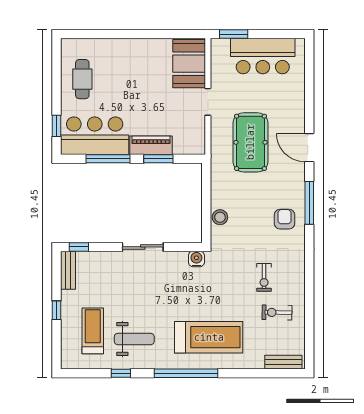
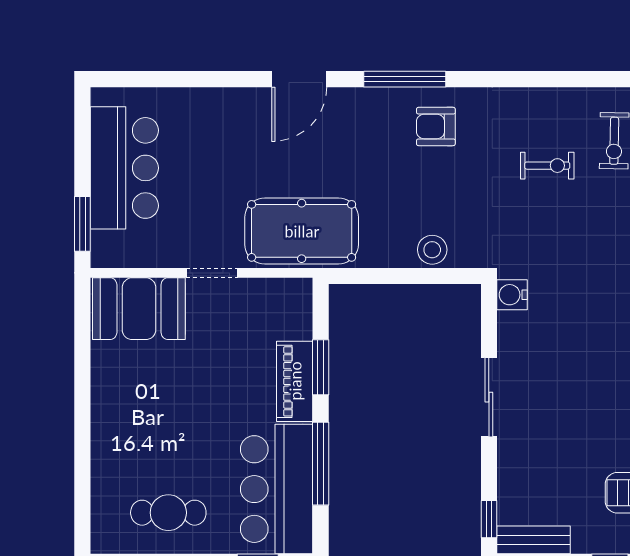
pool table: (250, 142) -> (302, 231), moved

